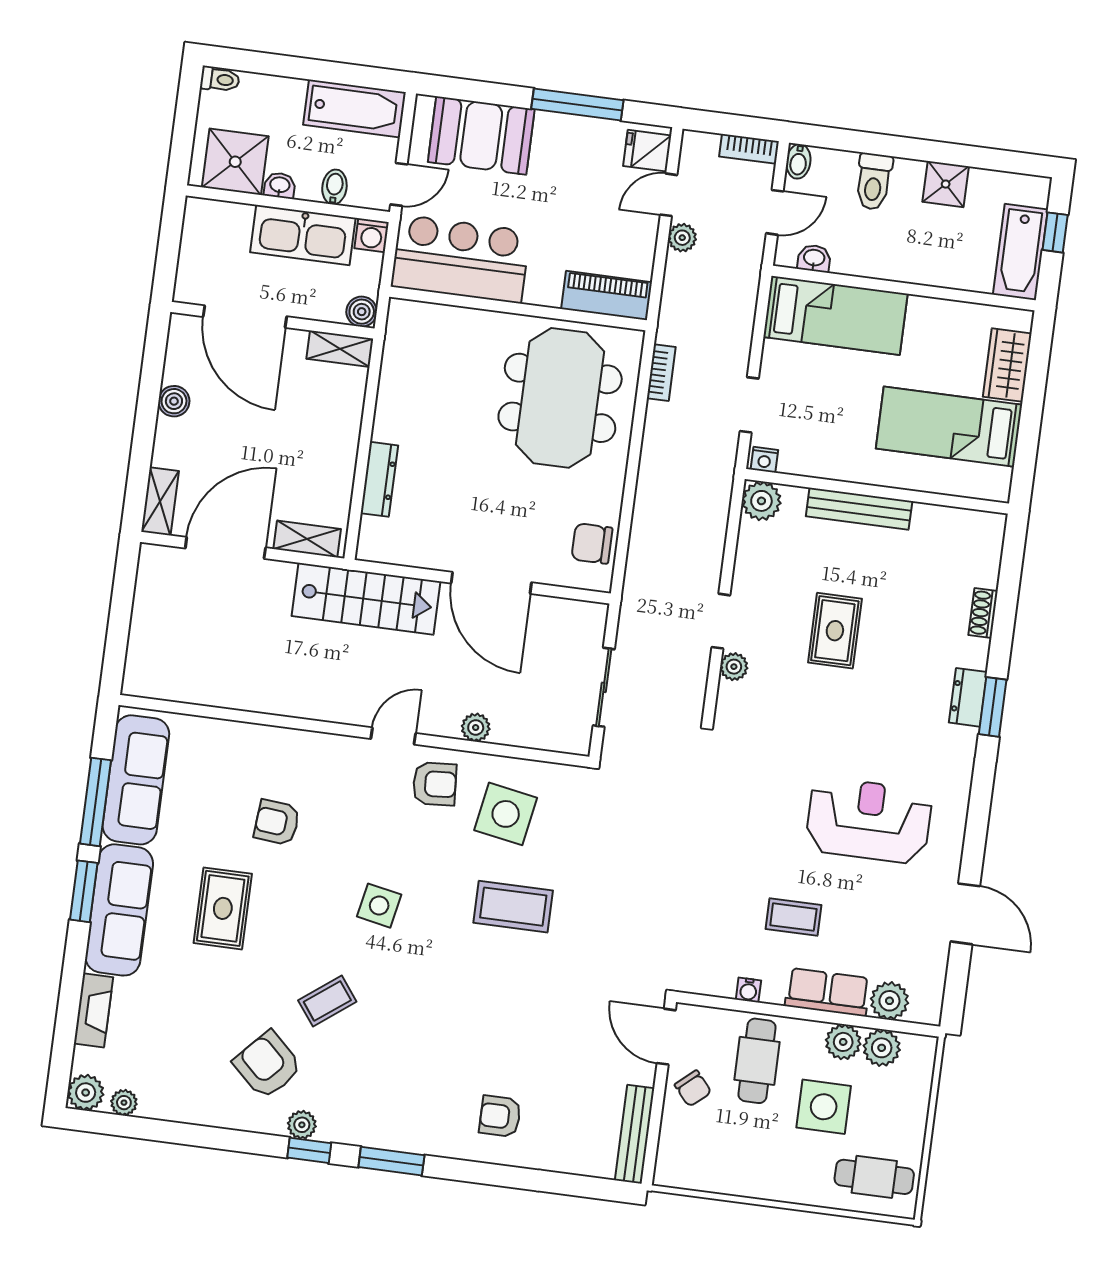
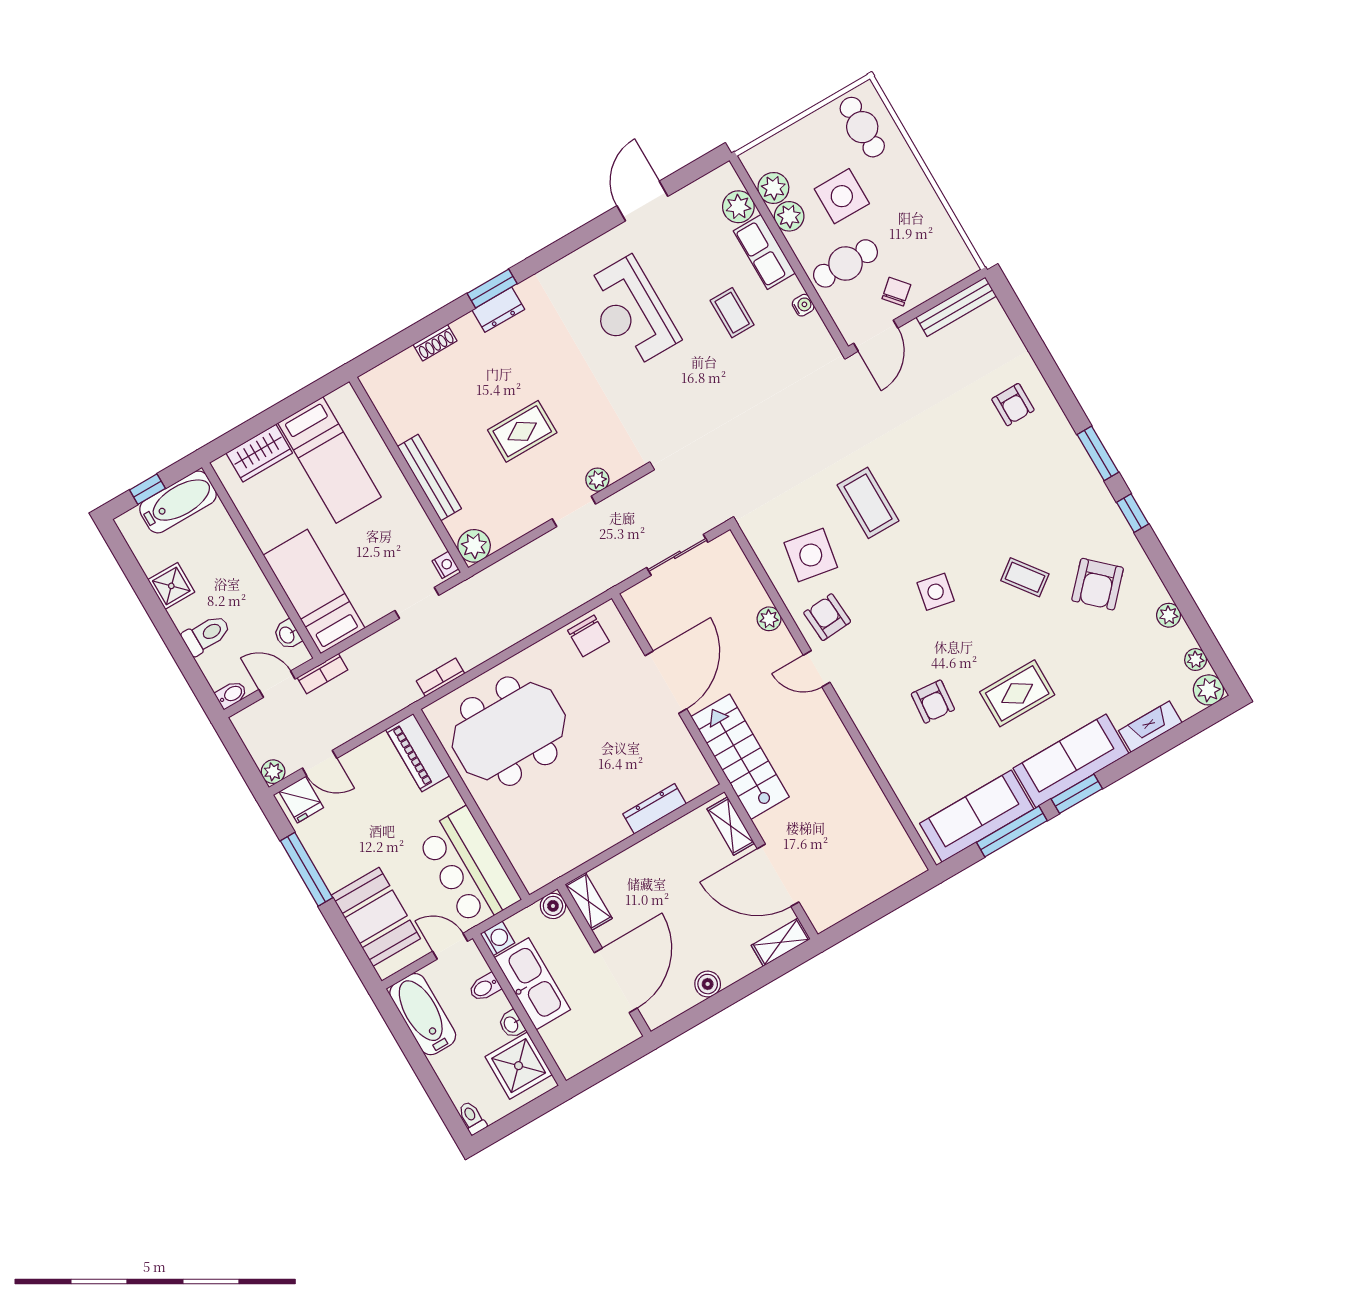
bookcase: (749, 149) -> (322, 674), moved, turned 90
plant: (682, 238) -> (273, 772), moved
plant: (302, 1125) -> (1169, 615), moved

